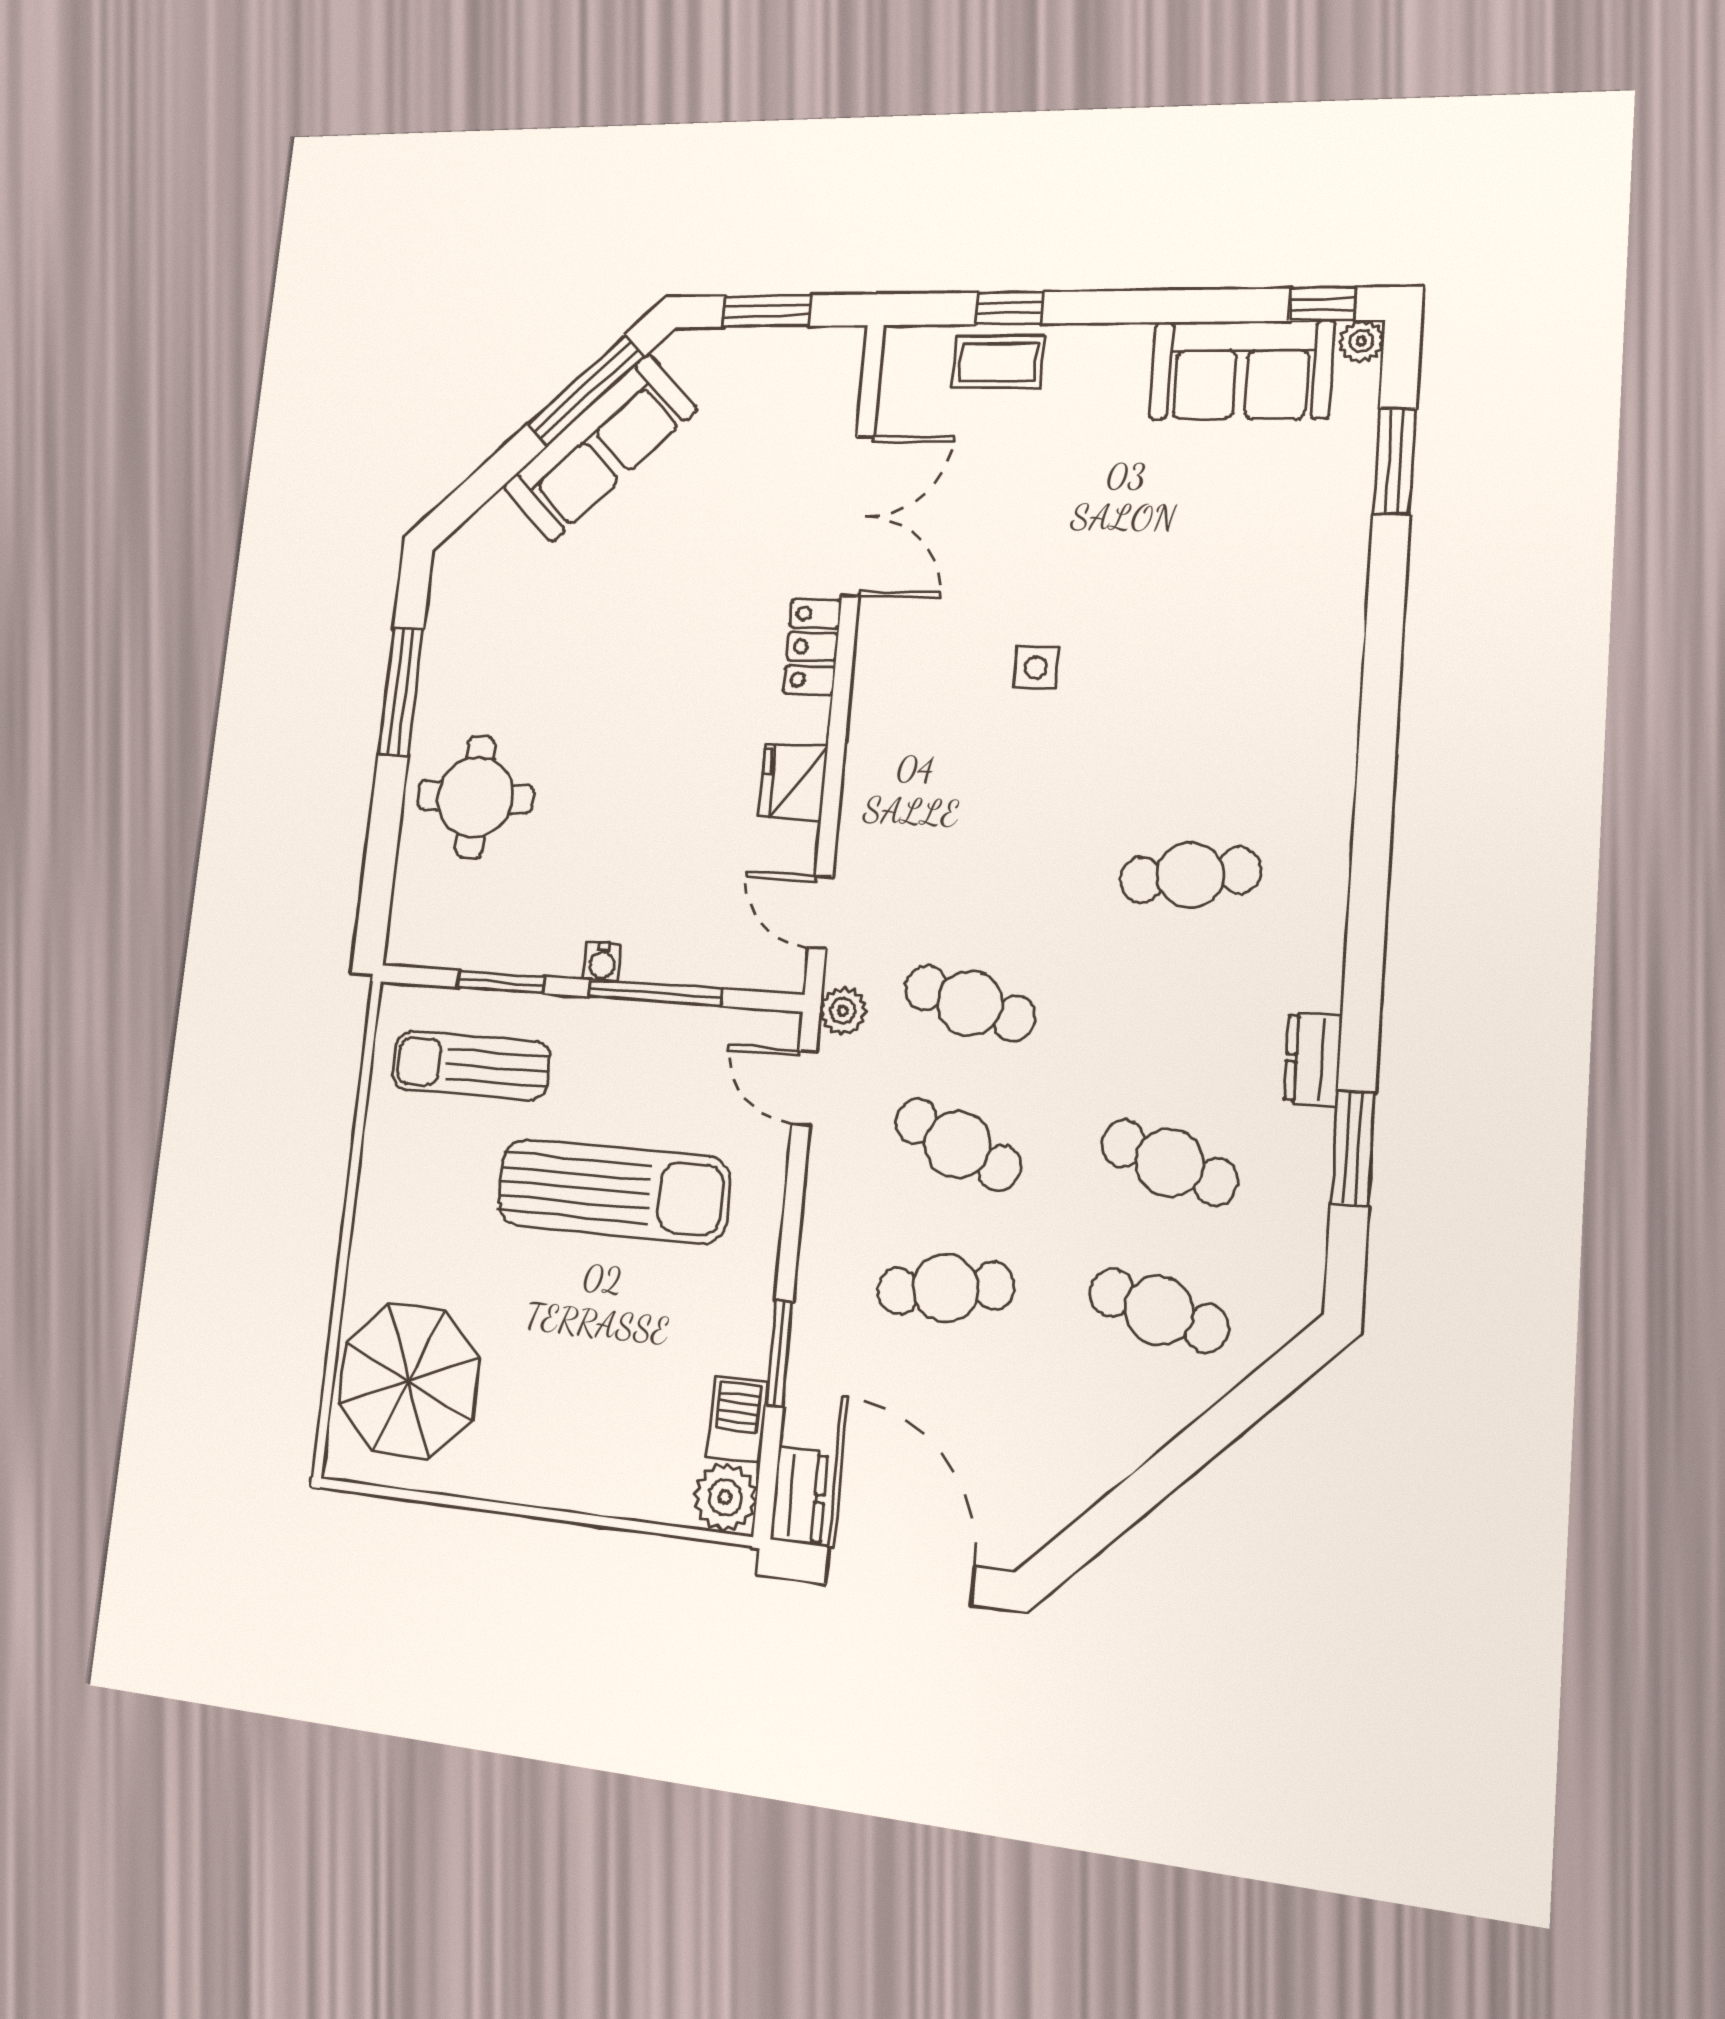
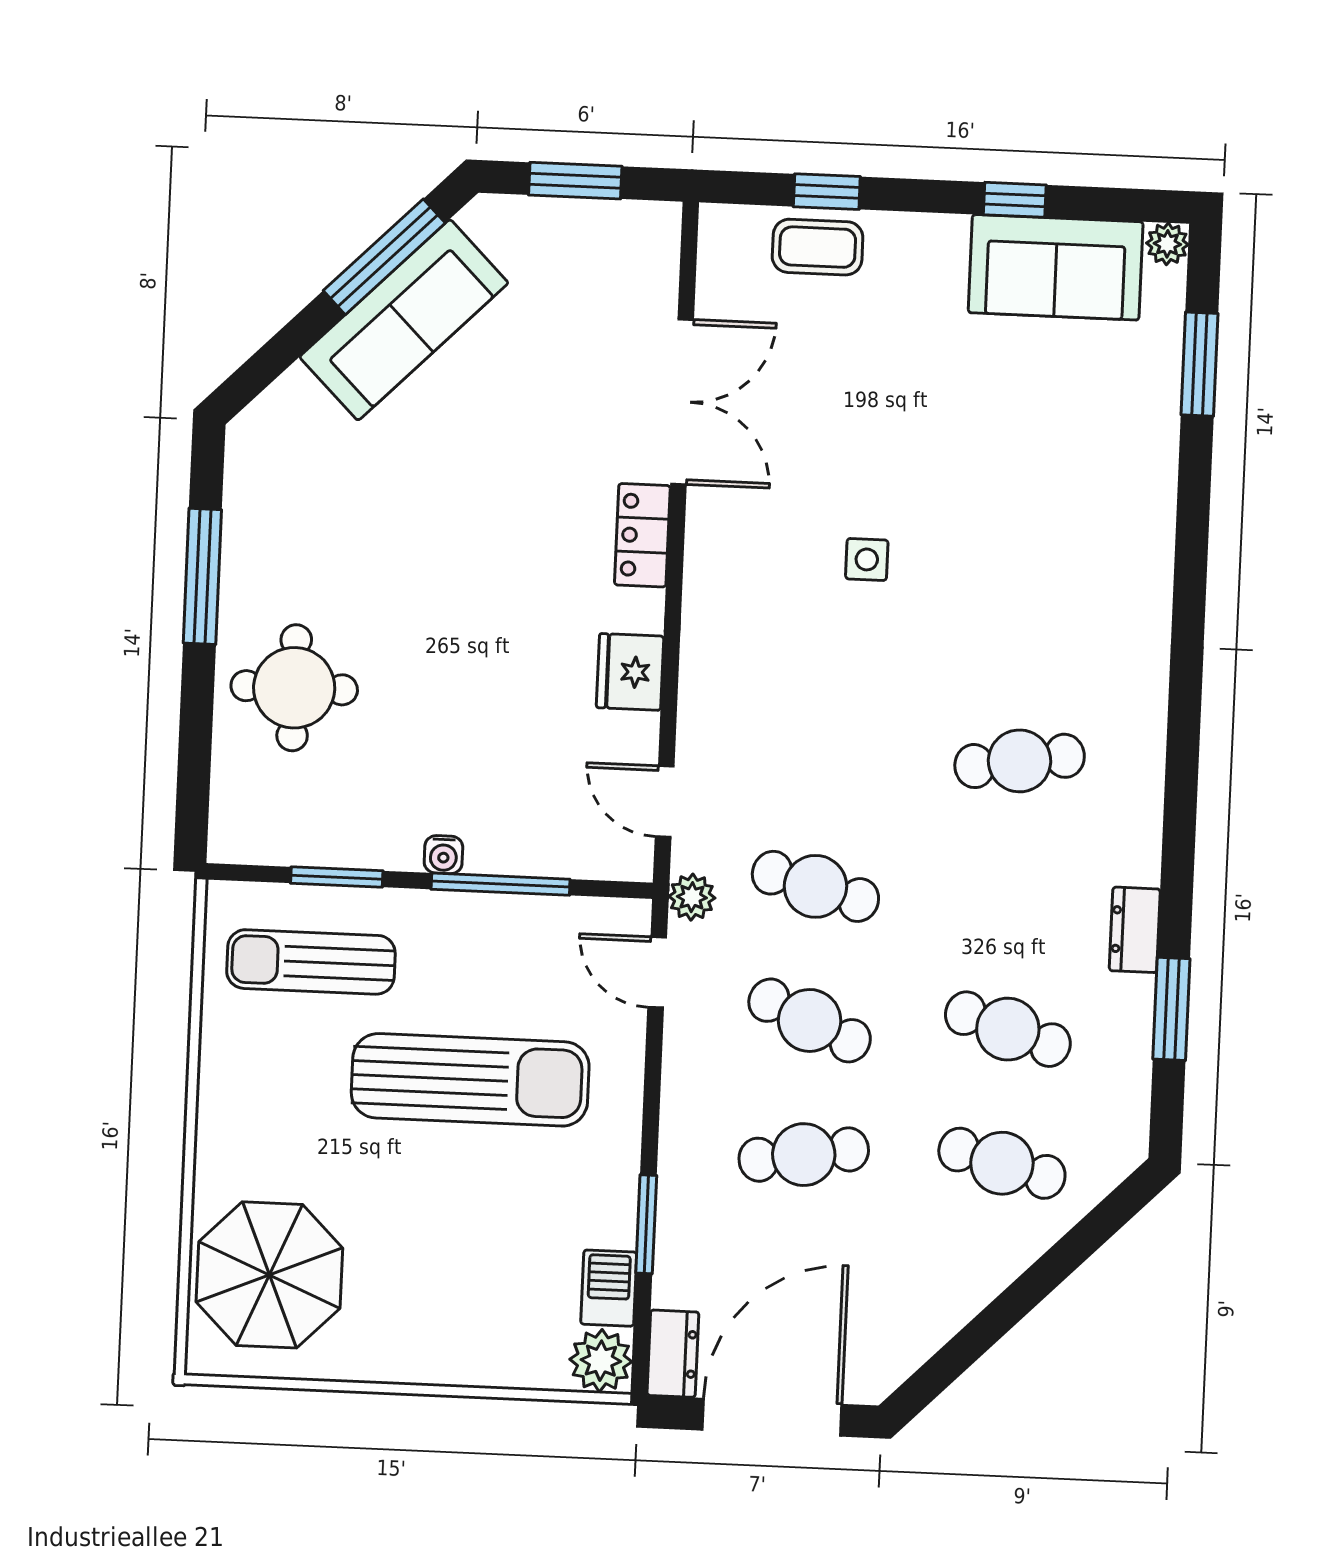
window: (1323, 304) -> (1015, 200), moved
door: (900, 1576) -> (772, 1417), hinge flipped

